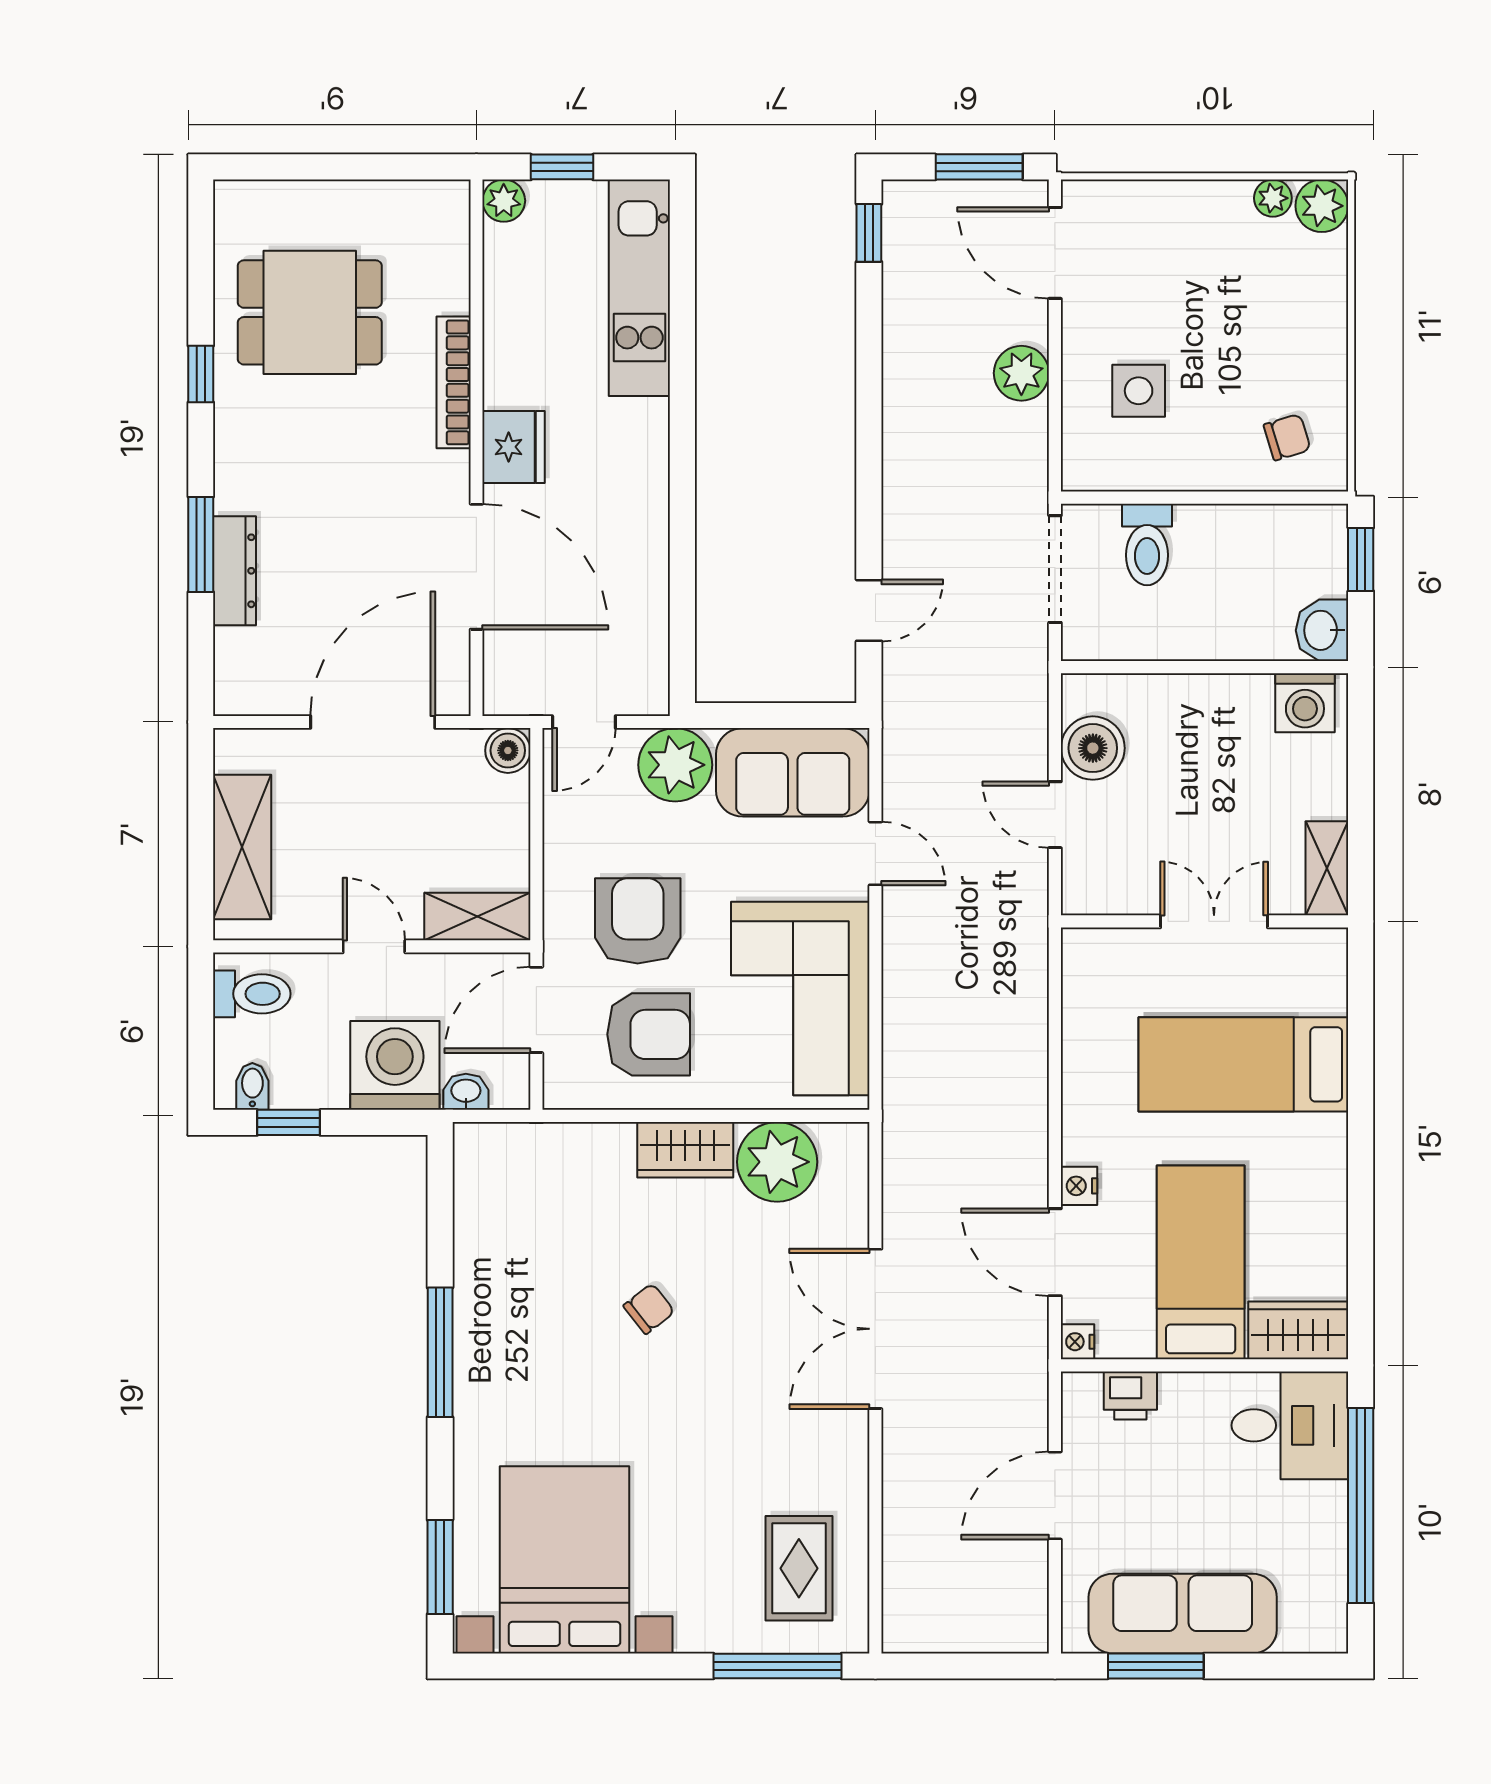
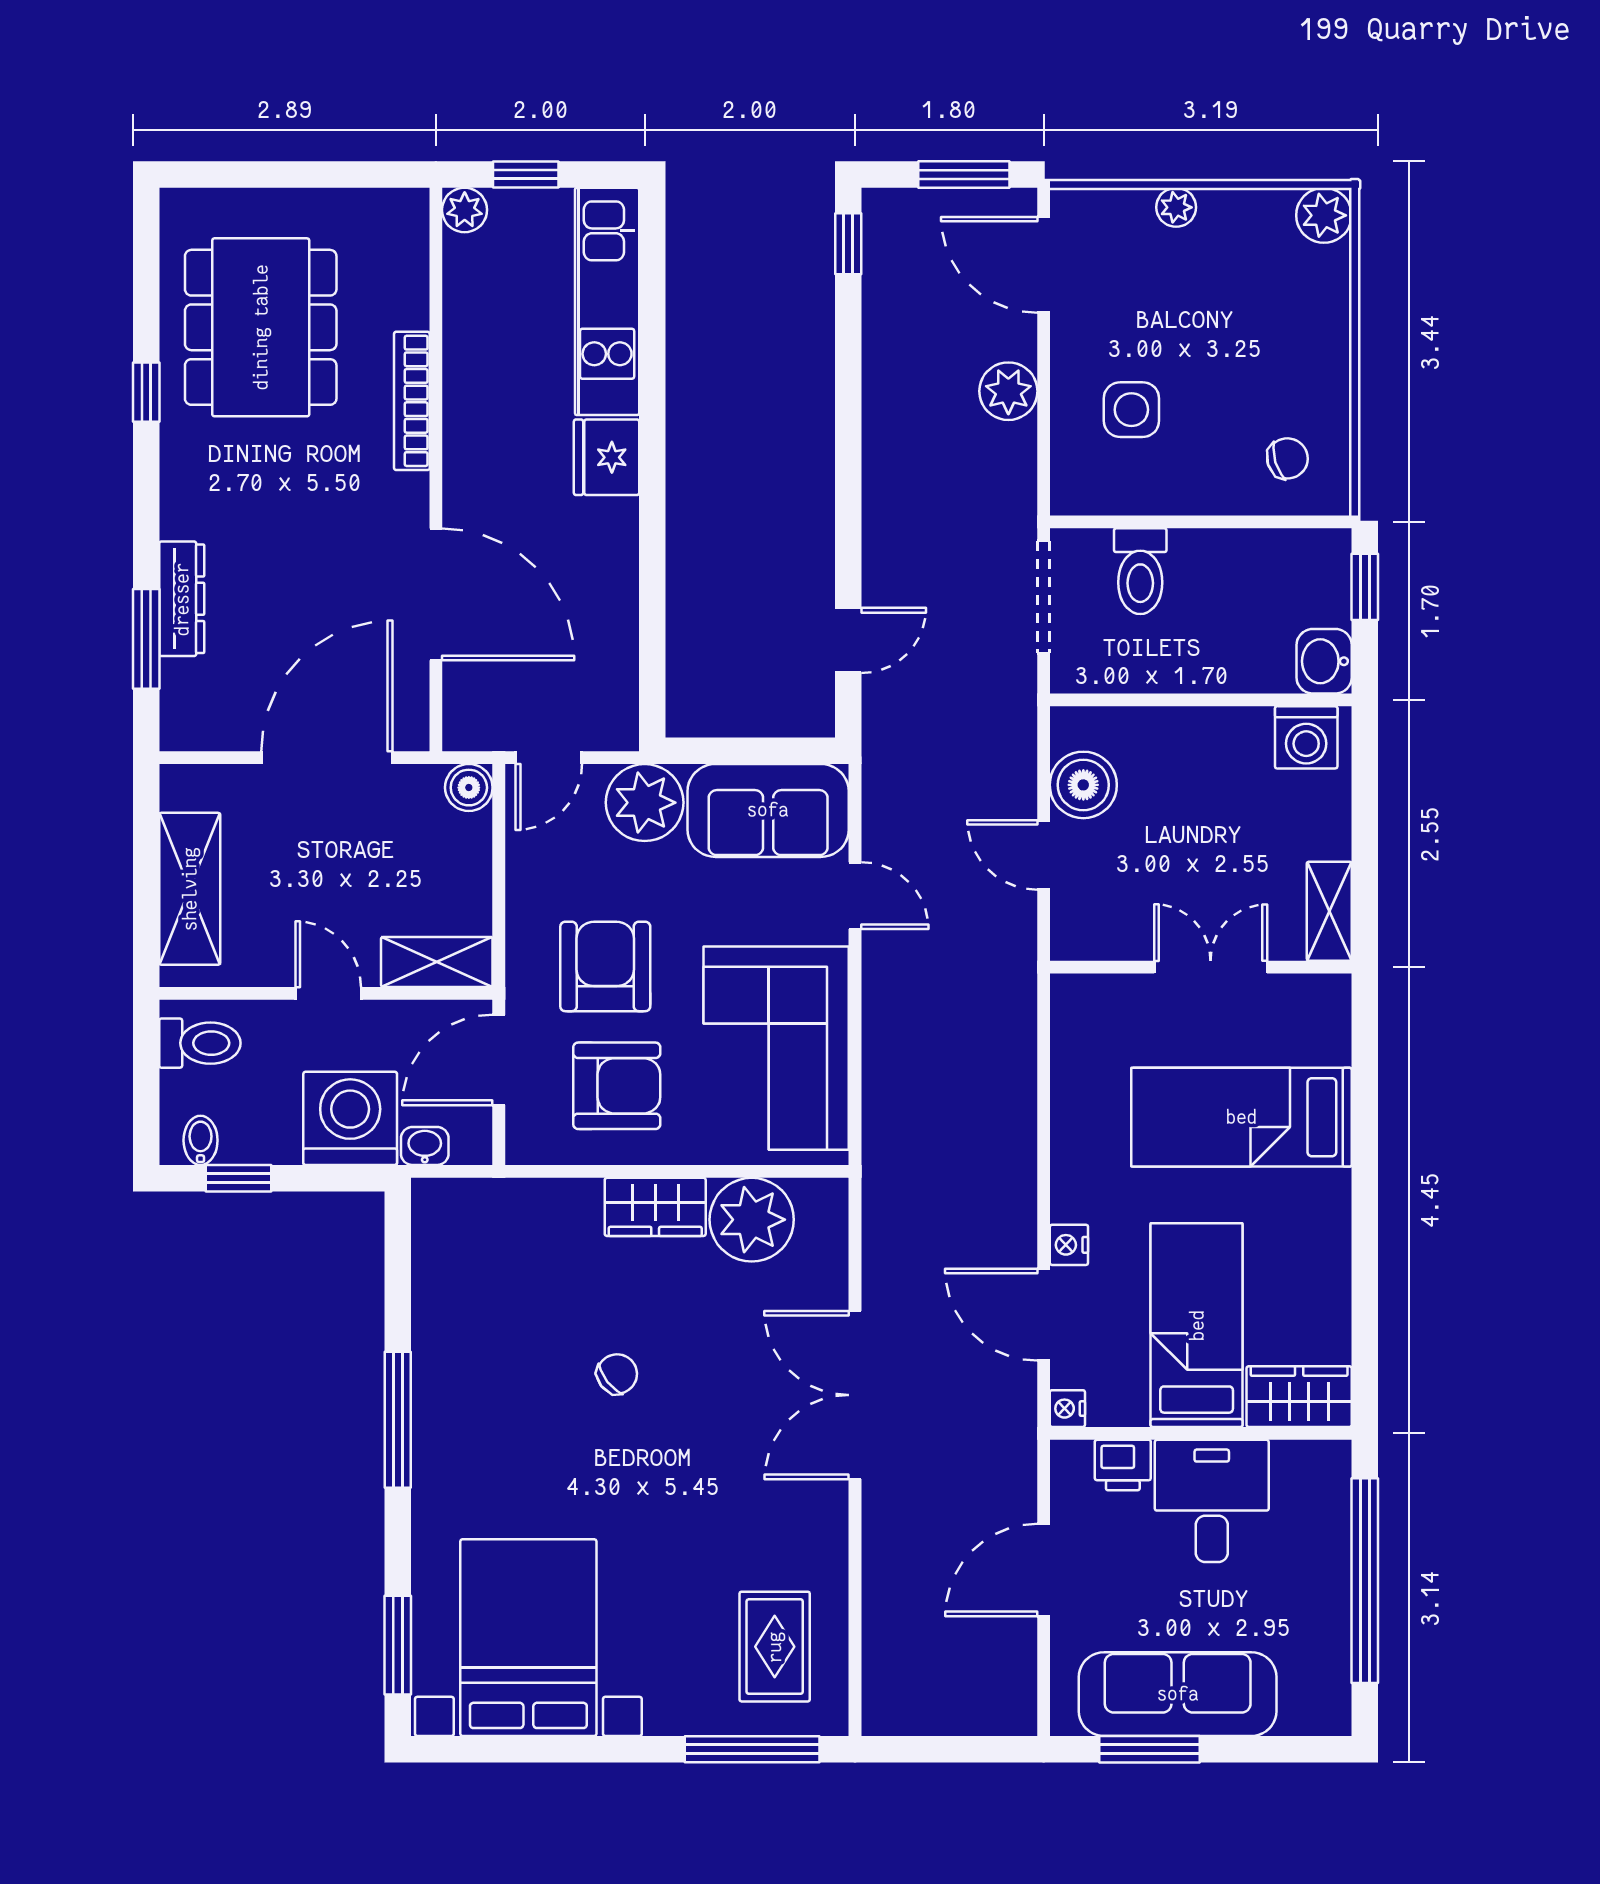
plant: (1273, 198) -> (1176, 207), moved
dining table: (310, 312) -> (261, 327), width x1.38
fridge: (514, 447) -> (607, 457), moved, turned 180
window: (201, 544) -> (146, 639), moved
desk: (1290, 1425) -> (1212, 1501), moved, turned -90

